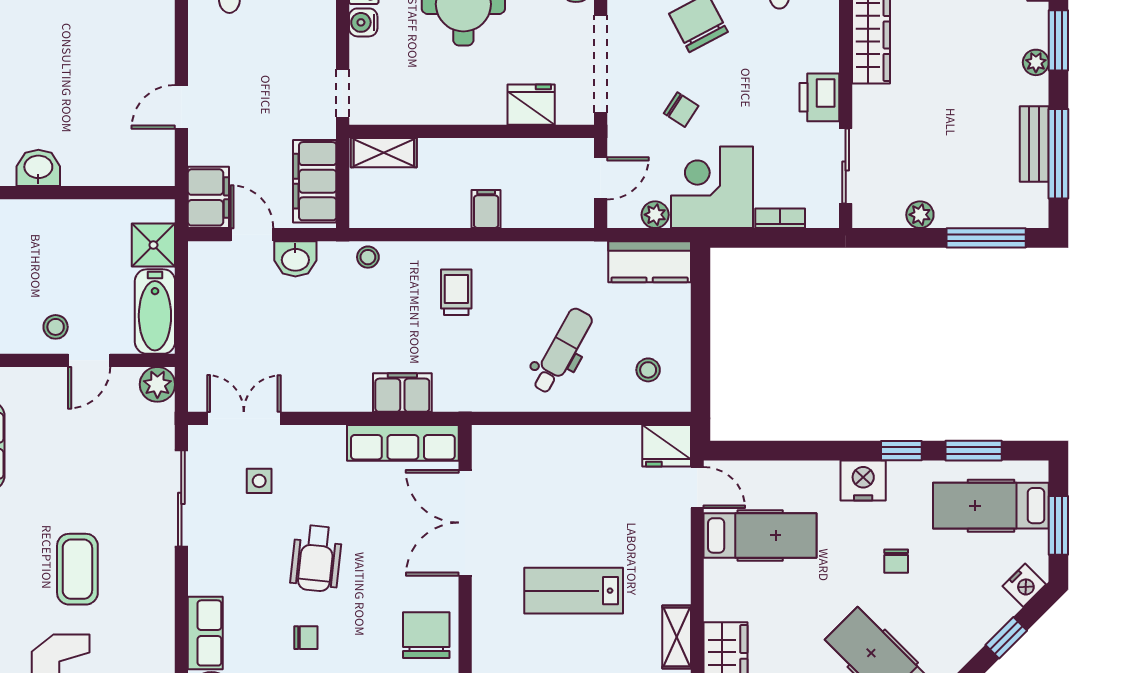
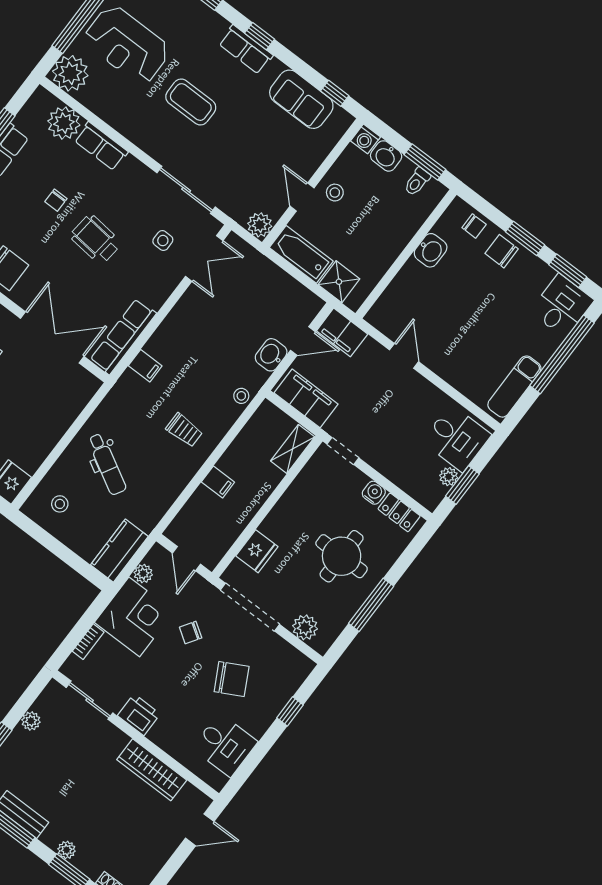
filing cabinet: (402, 392) -> (145, 366), width x0.50

